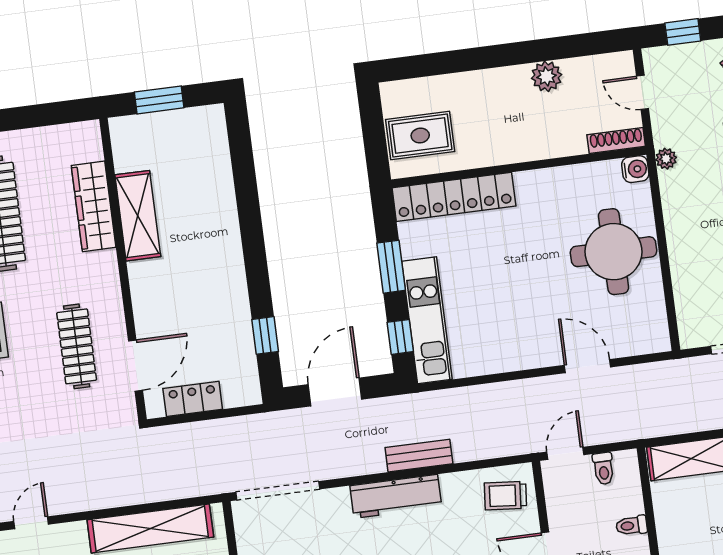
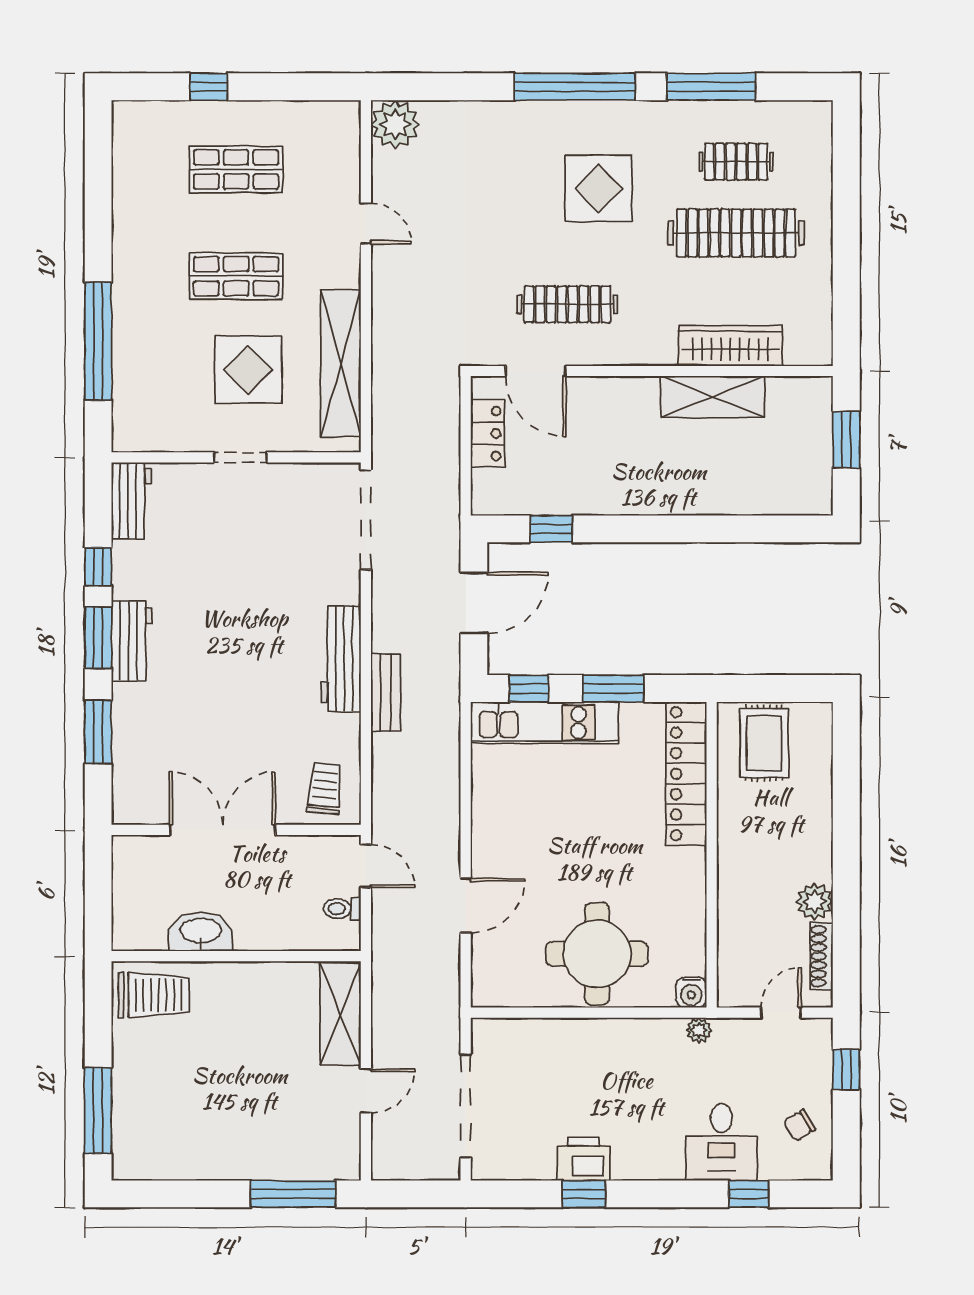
shoe rack: (616, 141) -> (821, 956), moved, turned 180
door: (335, 392) -> (474, 603), hinge flipped
toilet: (632, 525) -> (270, 933), removed

